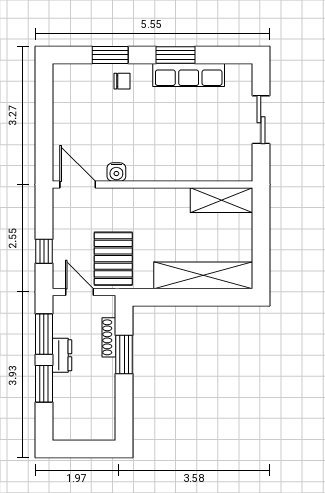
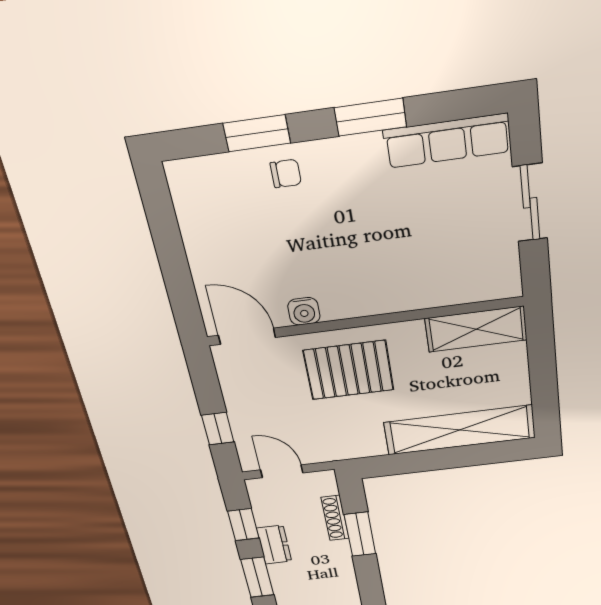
row of seats: (189, 75) -> (447, 141), moved
pallet: (113, 259) -> (349, 370), moved, turned 90
window: (44, 334) -> (243, 525), width x0.67

